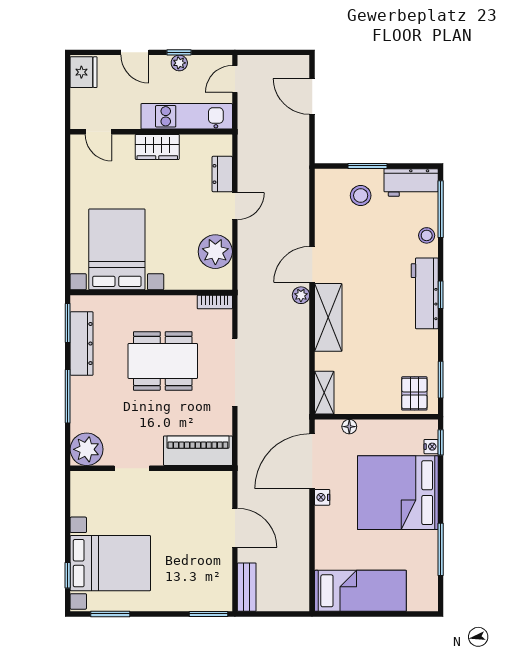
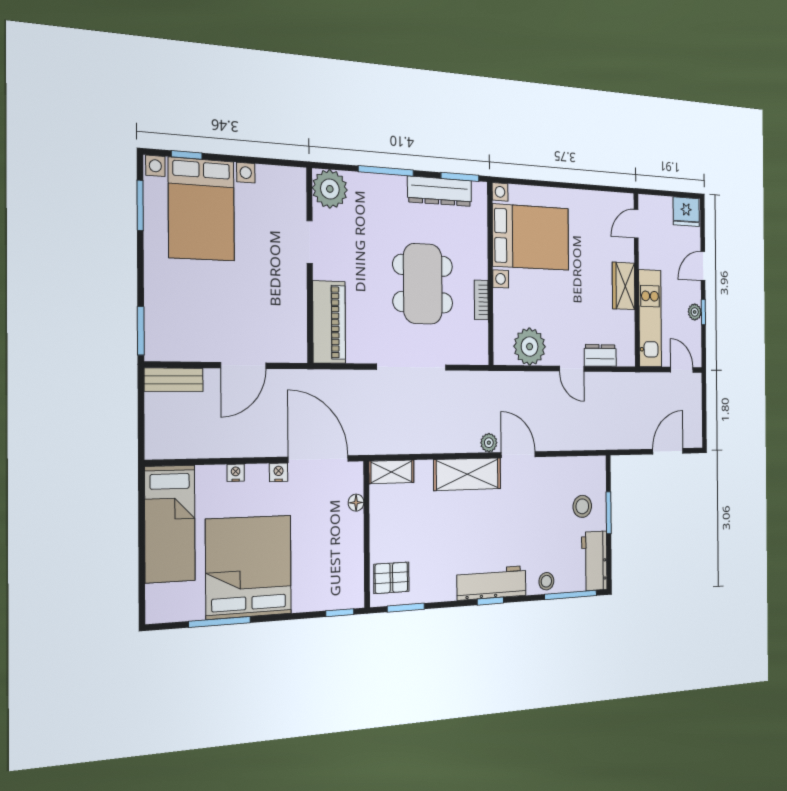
bookcase: (215, 302) -> (481, 300), moved
nightstand: (431, 447) -> (236, 473), moved, turned 180
bed: (398, 493) -> (249, 567), moved

